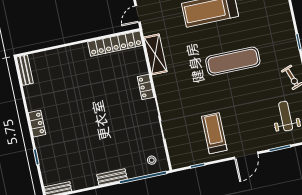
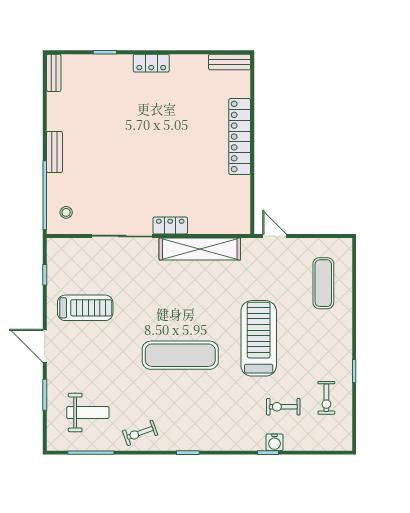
locker: (115, 44) -> (240, 137), moved
shelving: (155, 54) -> (200, 249), width x1.47
exercise mat: (233, 61) -> (180, 355), turned 90

